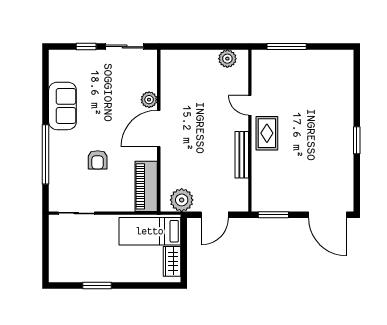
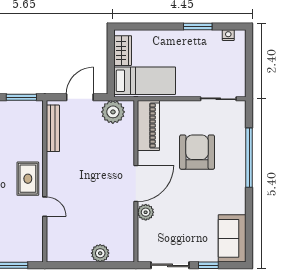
plant: (227, 59) -> (100, 253), moved
sofa: (62, 106) -> (232, 238), moved
bench: (242, 155) -> (53, 128), moved
armchair: (98, 160) -> (197, 152), width x1.88, depth x1.88
nightstand: (66, 277) -> (228, 35), added

